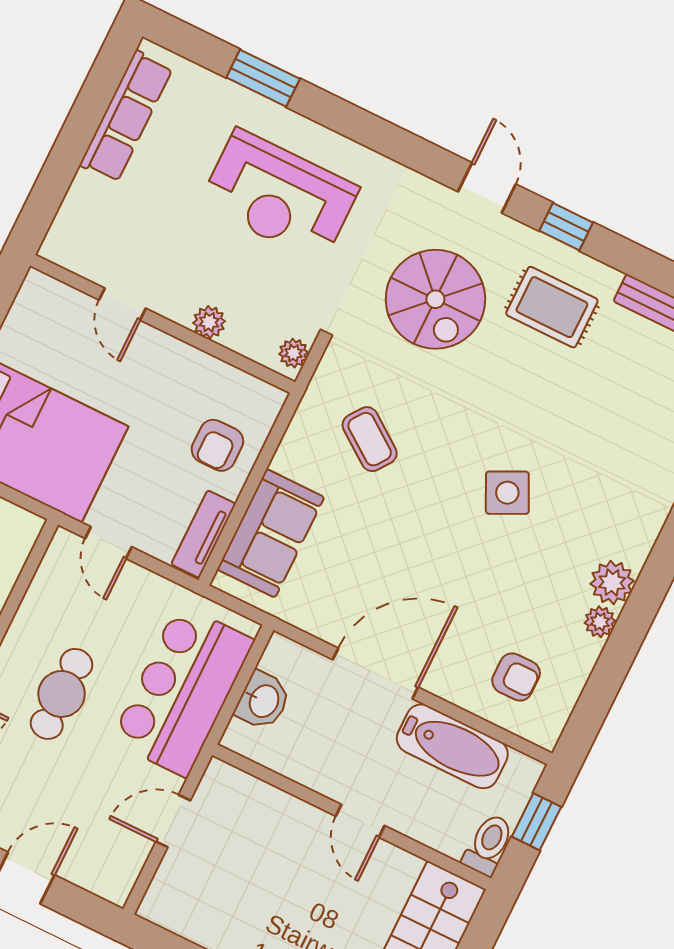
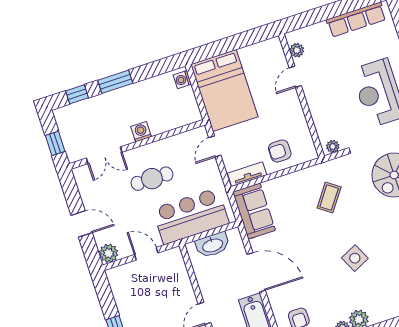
plant: (209, 322) -> (297, 50), moved
sofa: (271, 533) -> (254, 211), moved, turned -90
washbasin: (263, 701) -> (213, 245), width x1.38
plant: (114, 881) -> (109, 253), added

